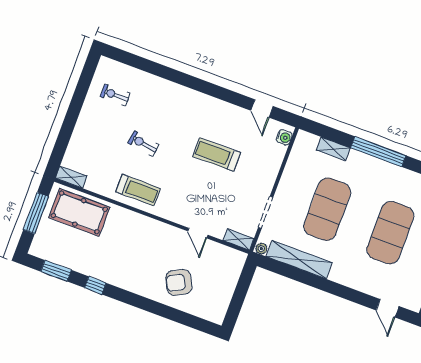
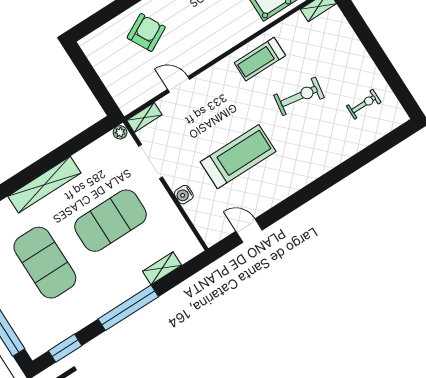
water cooler: (284, 137) -> (184, 195), moved
exercise bike: (143, 144) -> (299, 96), width x1.38, depth x1.39
treadmill: (217, 154) -> (238, 157), width x1.37, depth x1.38
exercise mat: (327, 209) -> (111, 221), turned 90
shelving: (299, 259) -> (44, 185), moved

